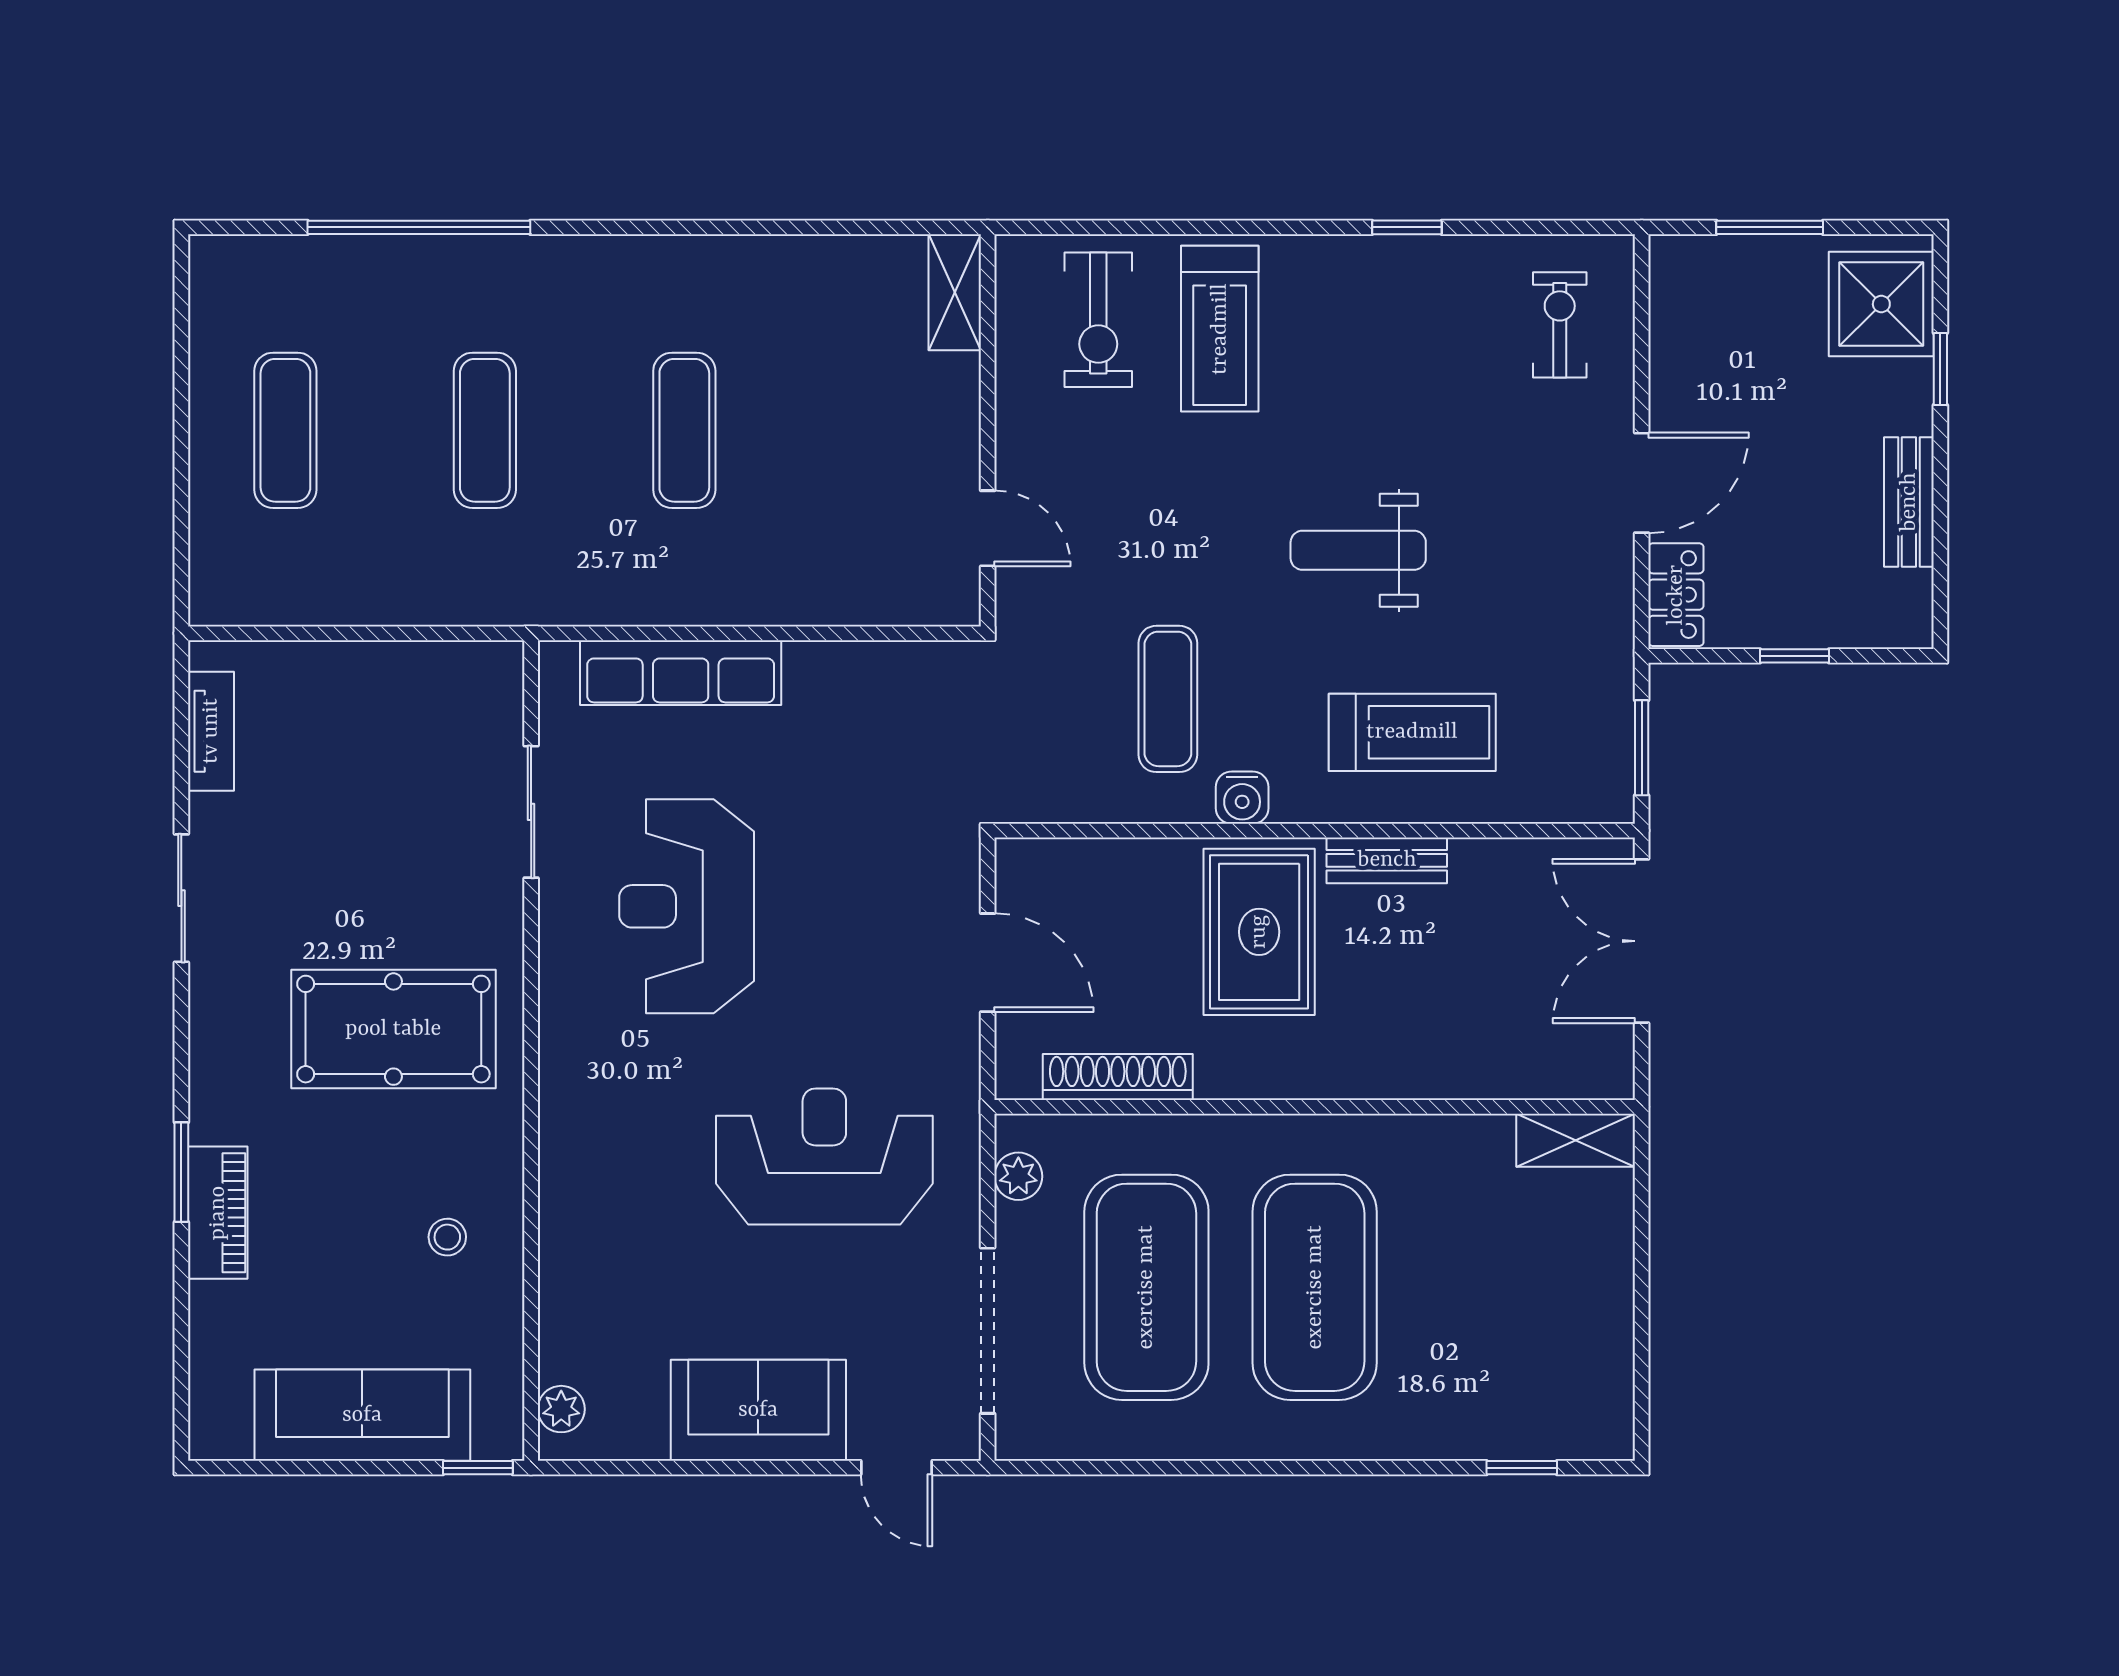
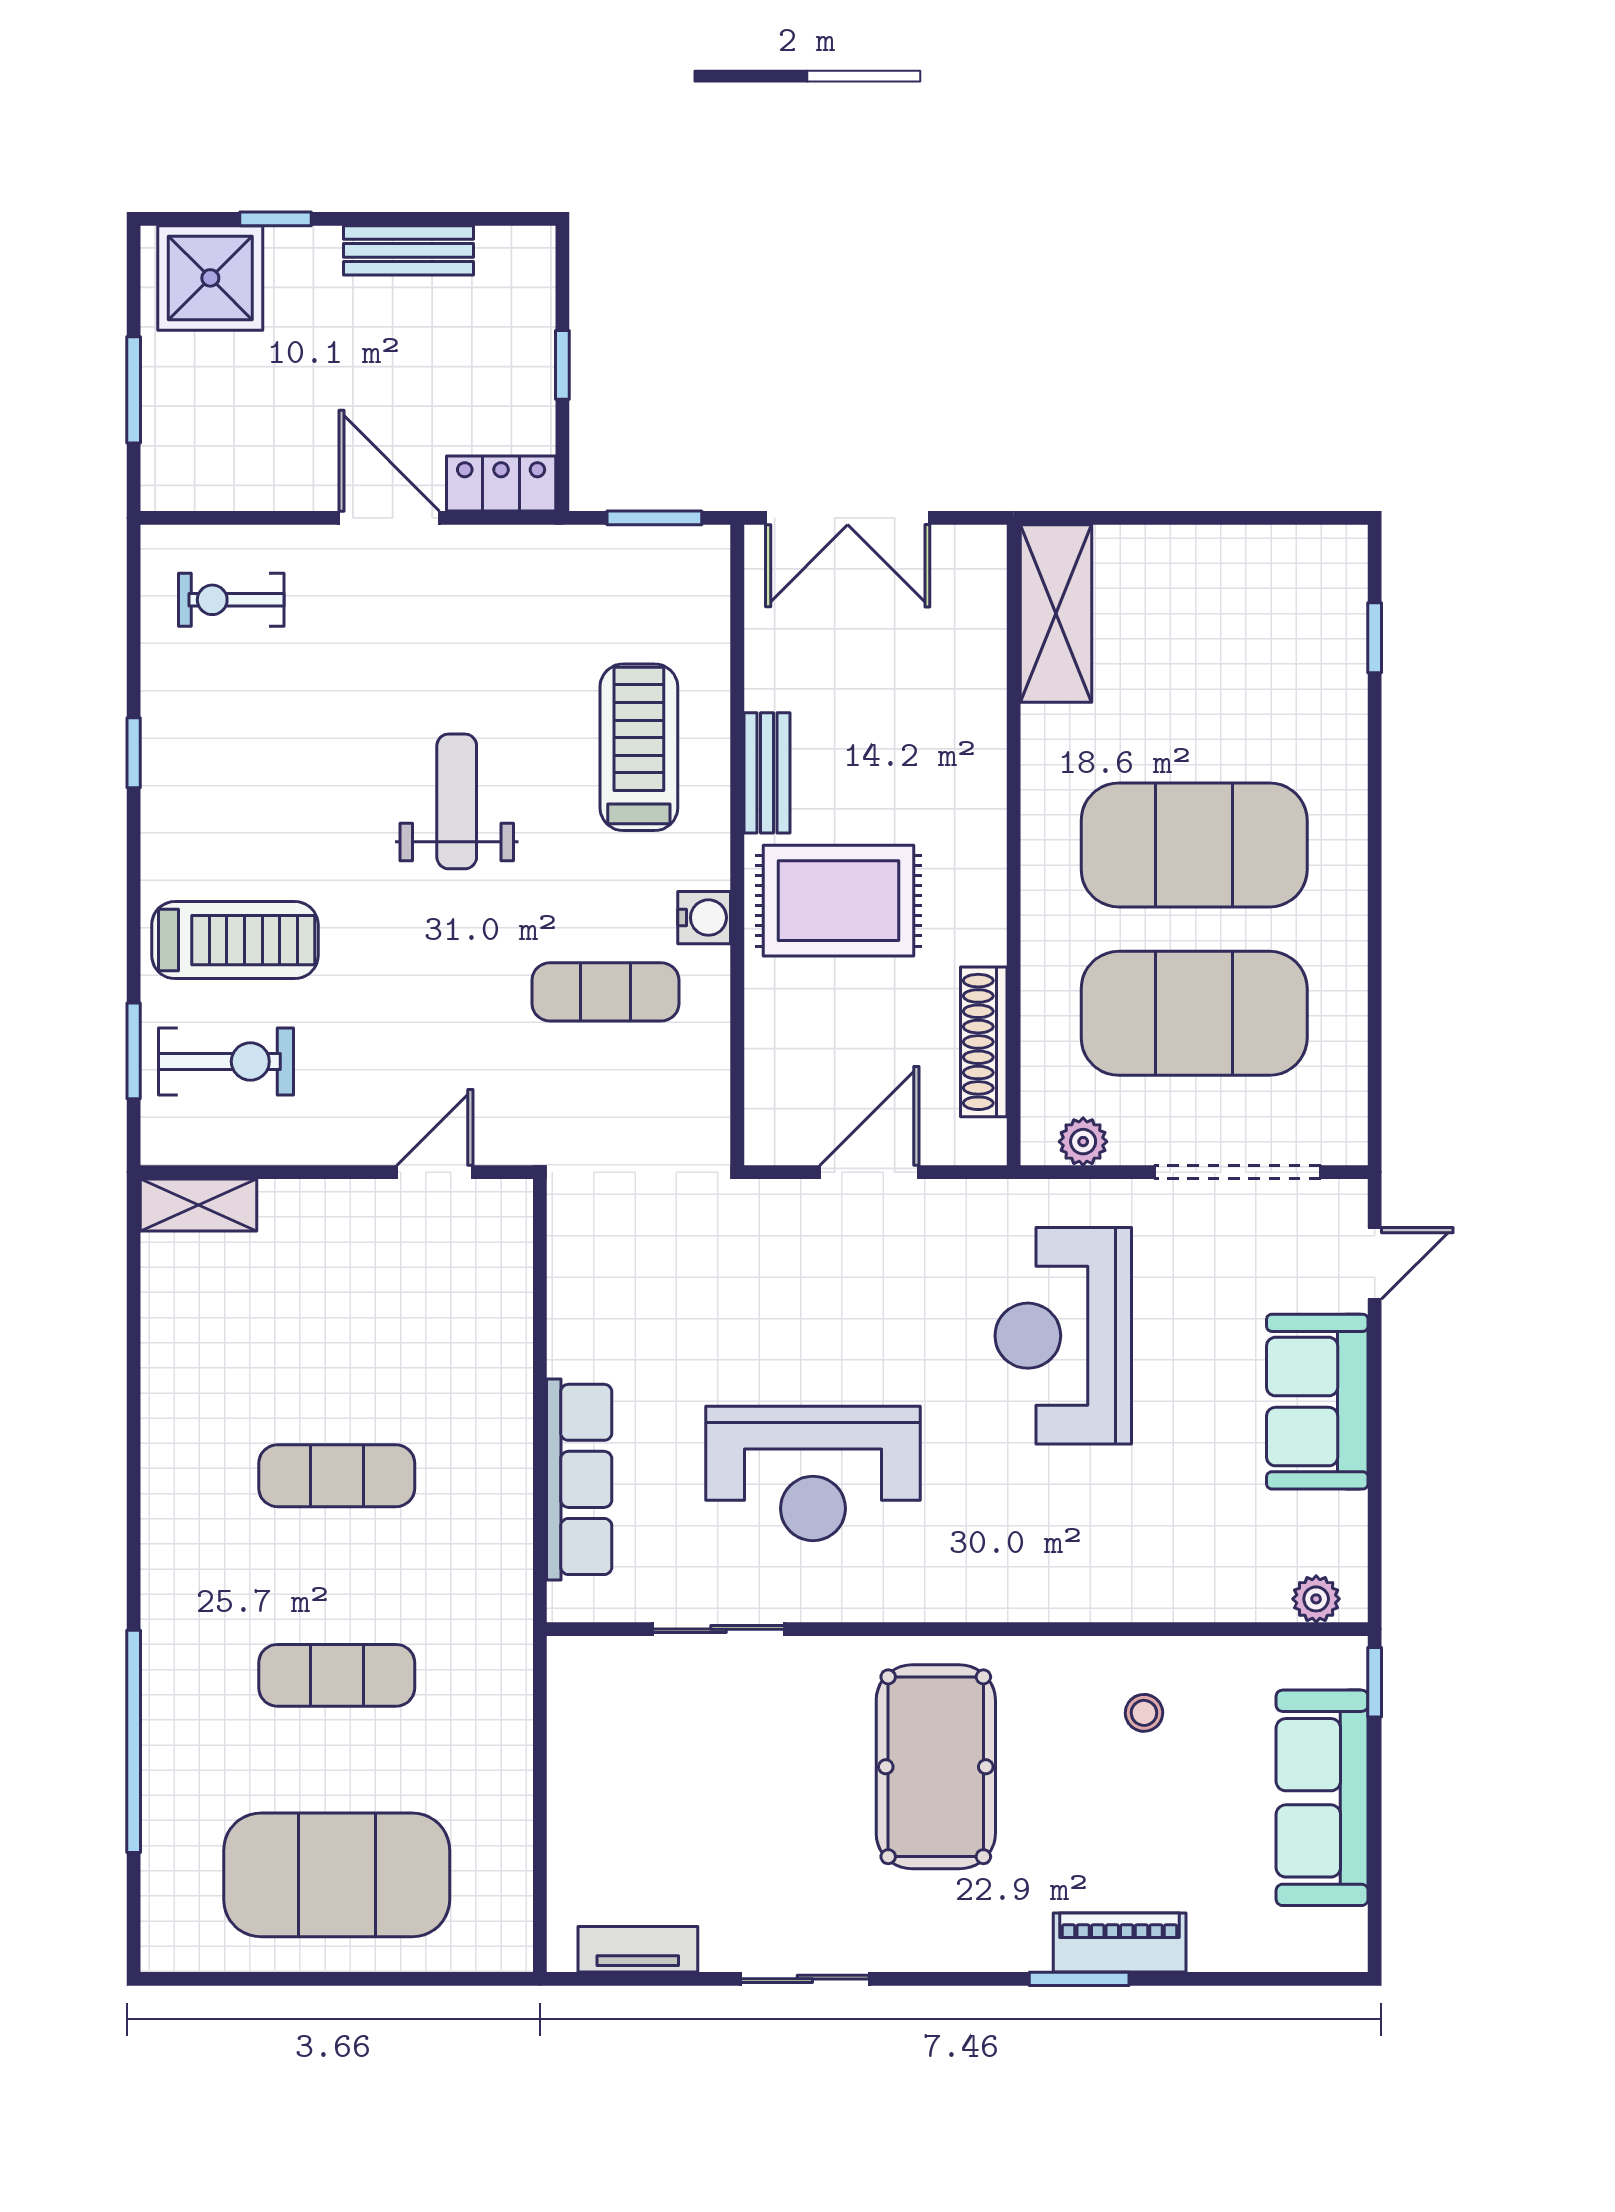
window: (1109, 227) -> (134, 1051), added
exercise mat: (285, 430) -> (337, 1875), width x2.00, depth x1.45
weight bench: (1358, 550) -> (457, 801), turned 180
shelving: (1576, 1140) -> (1056, 613), width x1.50, depth x1.33

